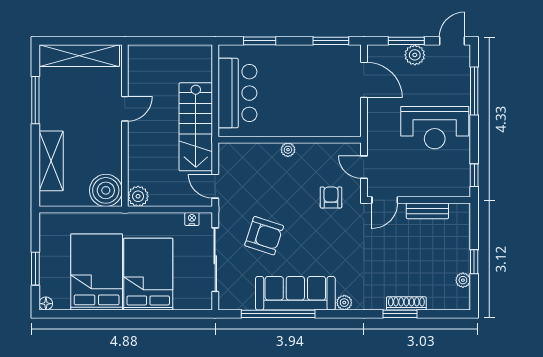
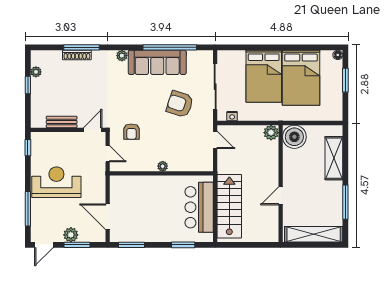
stairs: (196, 127) -> (229, 206), moved
window: (400, 314) -> (81, 47), width x1.44

